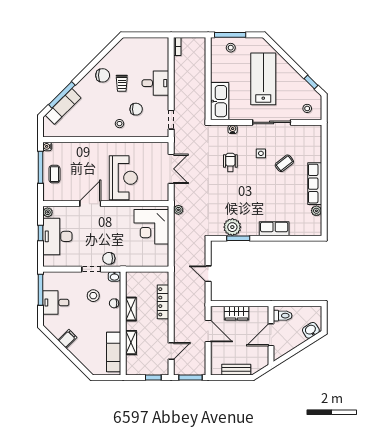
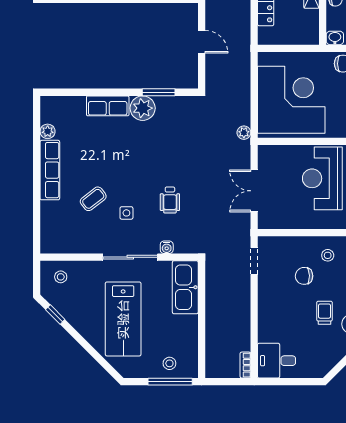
desk: (155, 83) -> (277, 361), moved
sliding door: (272, 122) -> (130, 257), moved
corner desk: (151, 227) -> (291, 100), width x1.36, depth x1.36
plant: (232, 227) -> (143, 108), moved

